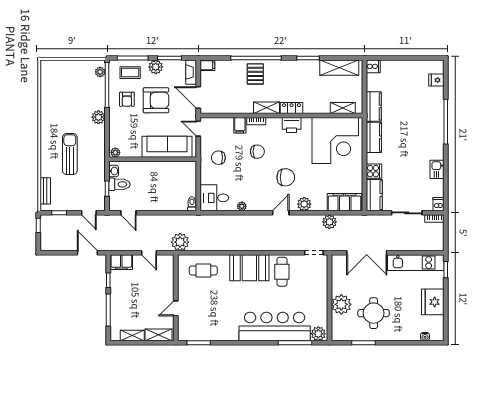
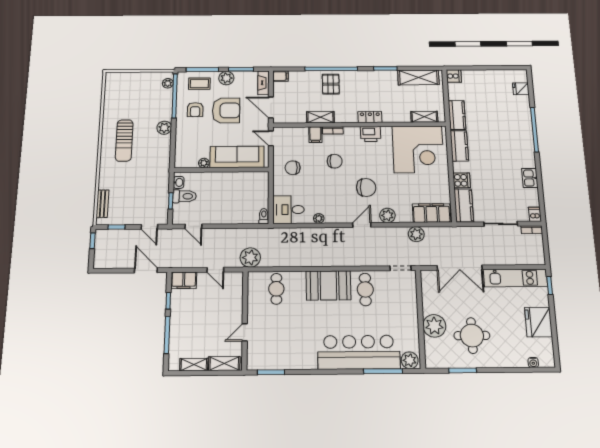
shelving: (267, 108) -> (320, 117), moved
plant: (115, 152) -> (204, 163), moved
sun lounger: (70, 154) -> (124, 140), moved, turned 180
cafe table: (203, 270) -> (276, 289), turned 90

